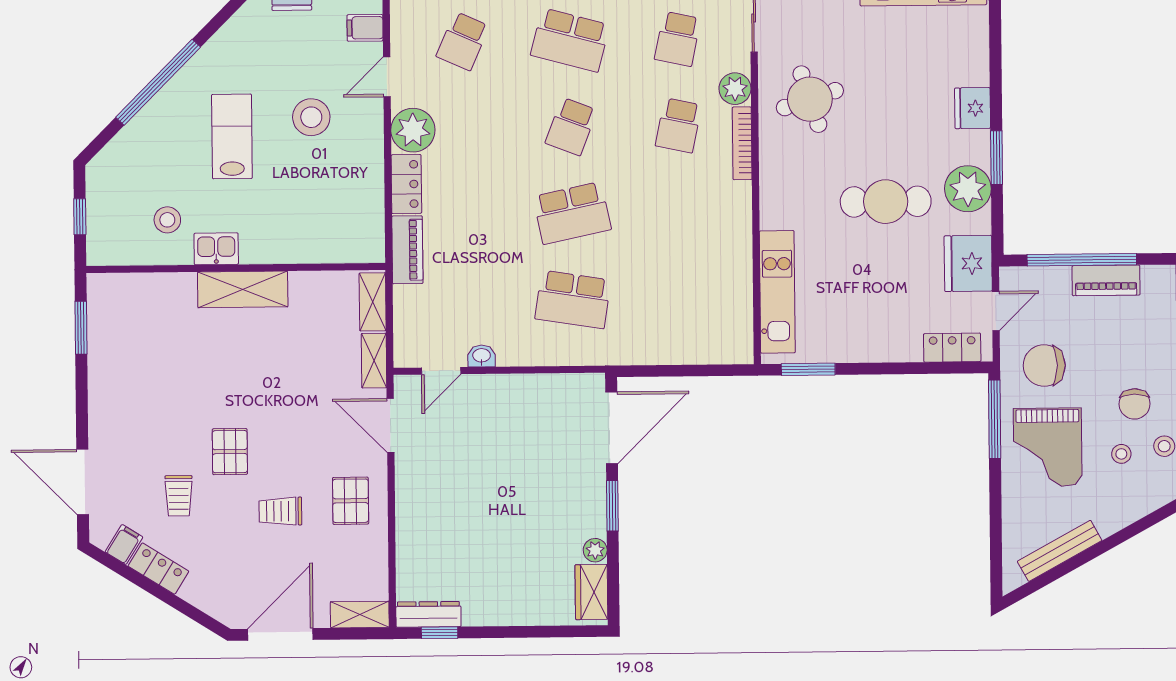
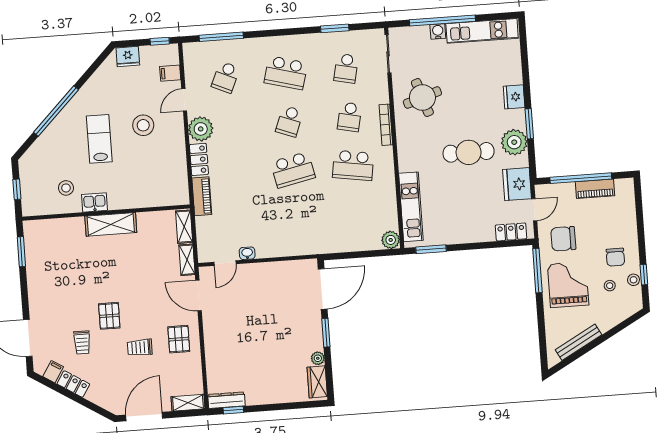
plant: (735, 89) -> (391, 240), moved
school desk: (573, 299) -> (353, 165), moved
grand piano: (1048, 447) -> (568, 285), turned 180

